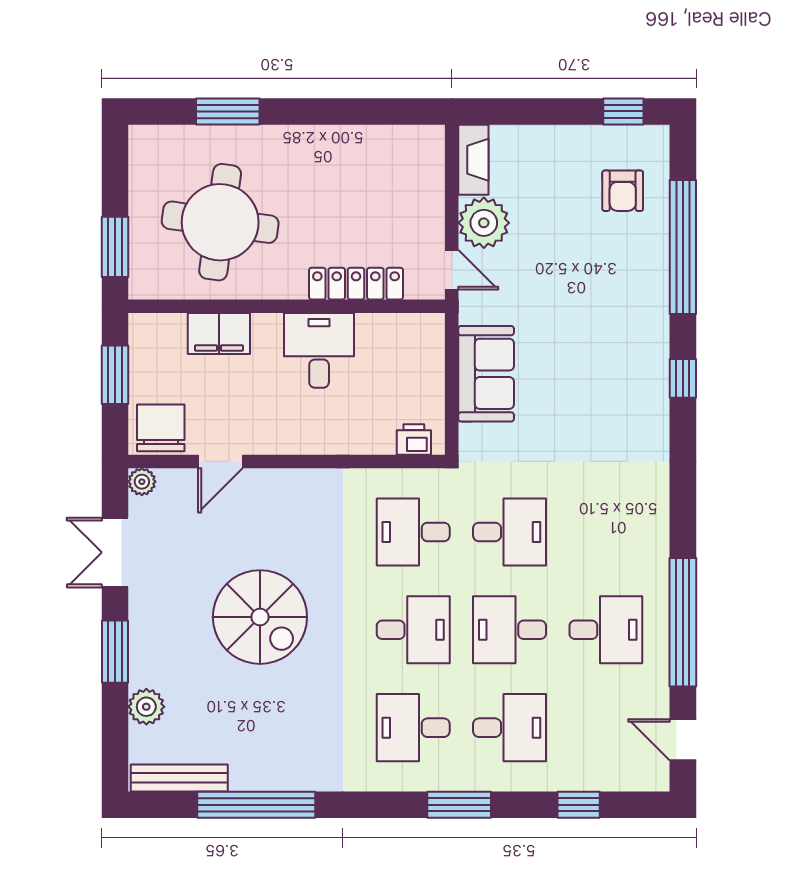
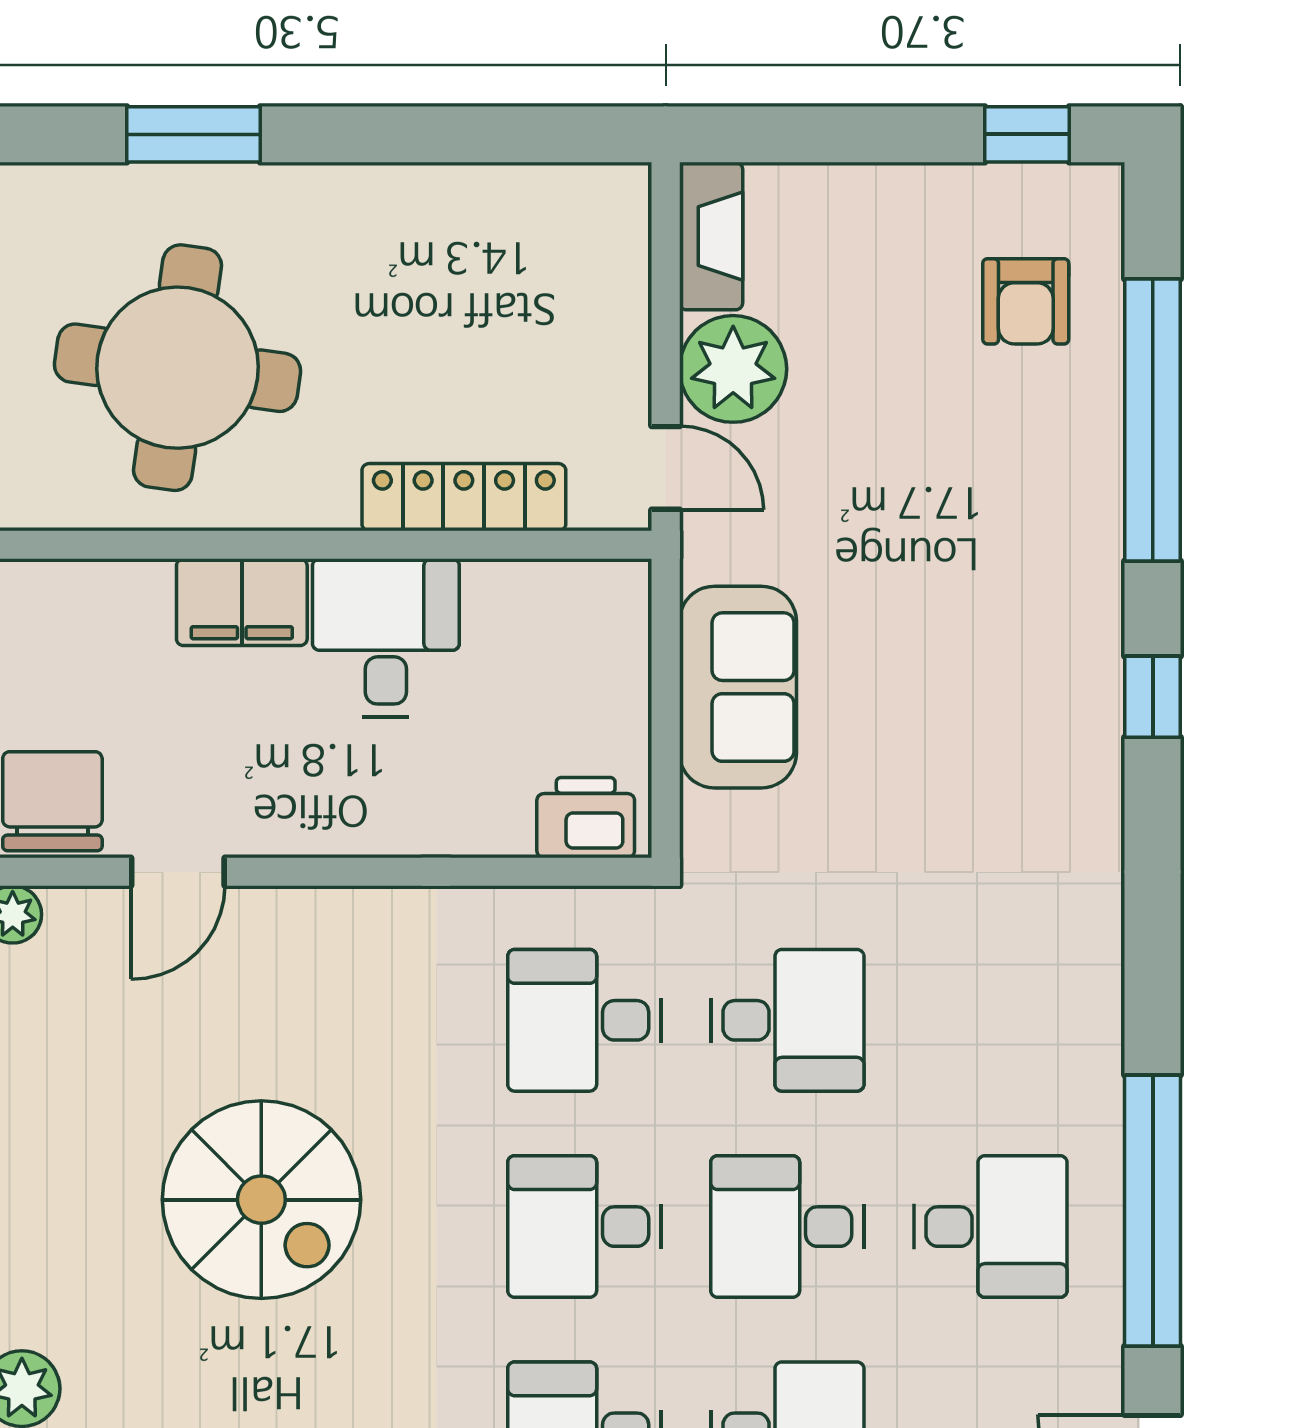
filing cabinet: (219, 334) -> (242, 602), moved
printer: (414, 439) -> (586, 818), width x1.36, depth x1.24
desk: (413, 630) -> (584, 1227), turned 180

